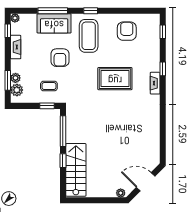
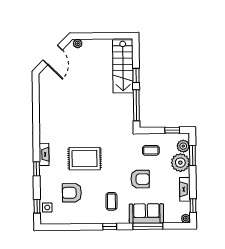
side table: (152, 30) -> (47, 207), added
armchair: (127, 31) -> (72, 193), moved, turned 90
coffee table: (89, 36) -> (111, 201), width x0.54, depth x0.58
armchair: (60, 58) -> (140, 179), turned 90
plant: (15, 78) -> (180, 163), width x1.88, depth x1.88
window: (47, 106) -> (172, 130), moved
door: (146, 182) -> (53, 55), hinge flipped

